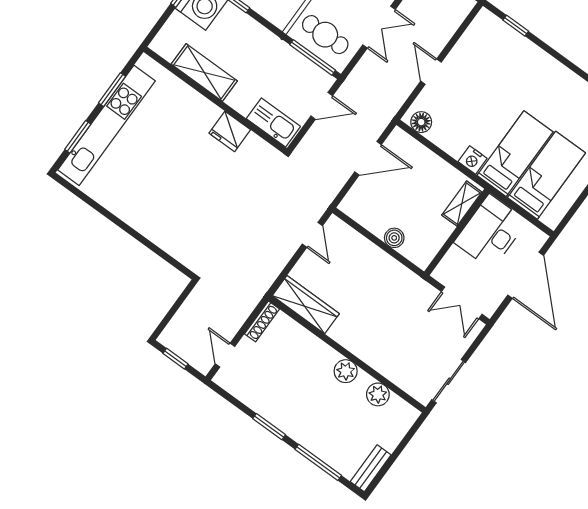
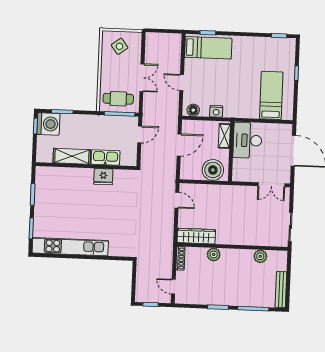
kitchen sink: (273, 123) -> (106, 158), moved
kitchen unit: (107, 125) -> (70, 247), moved, turned -90
bed: (515, 154) -> (208, 48), moved, turned 90
nightstand: (473, 160) -> (216, 111), moved
shelving: (462, 204) -> (224, 136), moved
wall: (457, 232) -> (231, 151), moved
desk: (491, 232) -> (247, 140), moved
boiler: (394, 238) -> (213, 170), width x1.86, depth x1.86
plant: (346, 371) -> (214, 254), moved
bench: (371, 468) -> (281, 290), width x1.36

